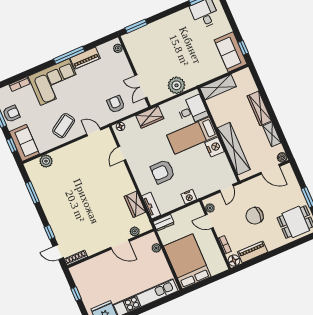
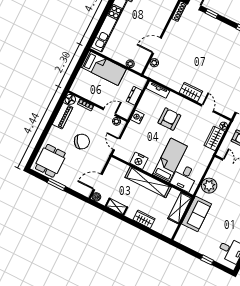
window: (243, 48) -> (207, 260), moved
sofa: (231, 52) -> (197, 214), moved, turned 90
wardrobe: (259, 108) -> (144, 219), width x0.67
wardrobe: (150, 117) -> (214, 138), moved
nightstand: (215, 147) -> (139, 161), moved
shelving: (234, 149) -> (148, 182), moved
wardrobe: (135, 204) -> (191, 92), moved
chair: (255, 216) -> (82, 142), turned 55
dresser: (164, 223) -> (134, 96), moved
bed: (187, 261) -> (104, 68), width x0.67

